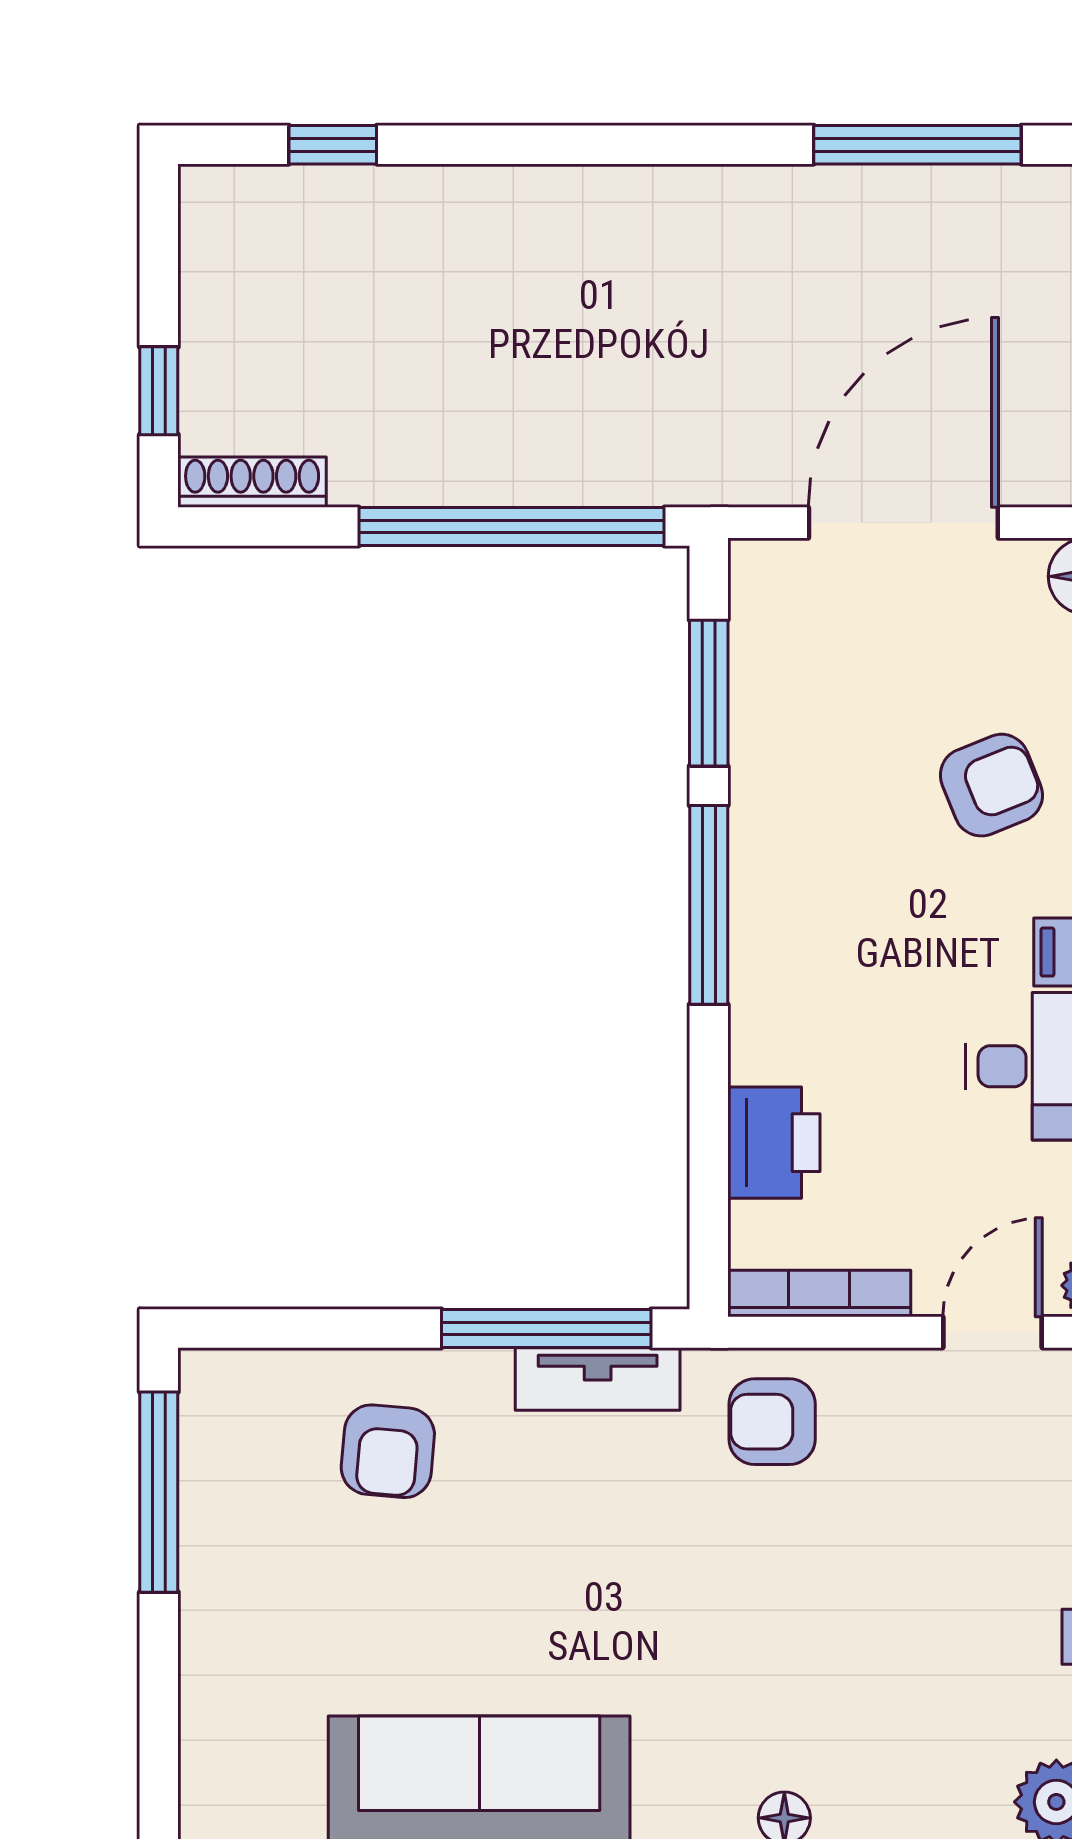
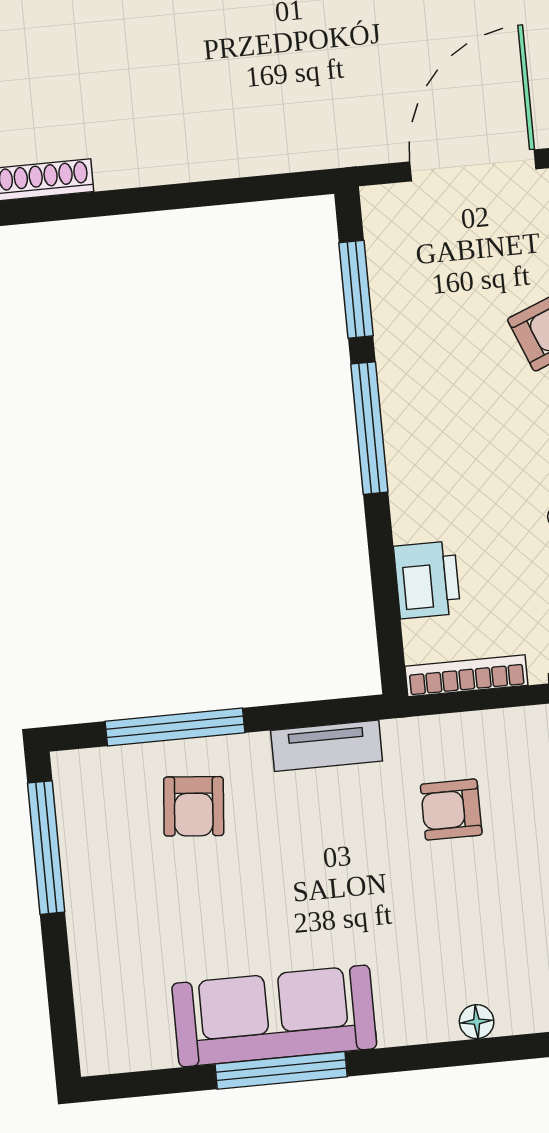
window: (512, 527) -> (216, 193), removed
window: (546, 1328) -> (175, 727), moved
armchair: (772, 1422) -> (451, 810), moved

